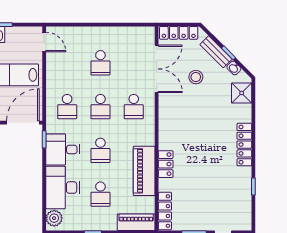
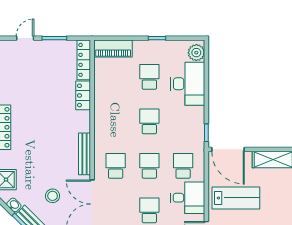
bench: (164, 118) -> (85, 154), added
door: (23, 123) -> (228, 149), hinge flipped
desk: (63, 149) -> (188, 198), moved
locker: (166, 164) -> (83, 95), moved
piano: (144, 171) -> (105, 101), removed

